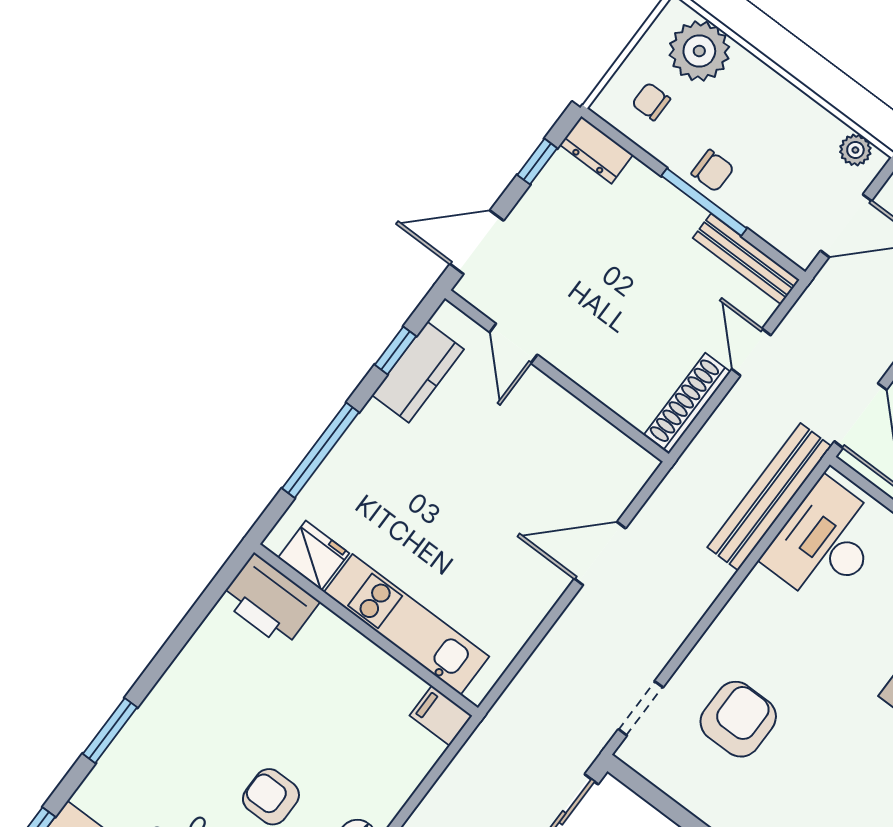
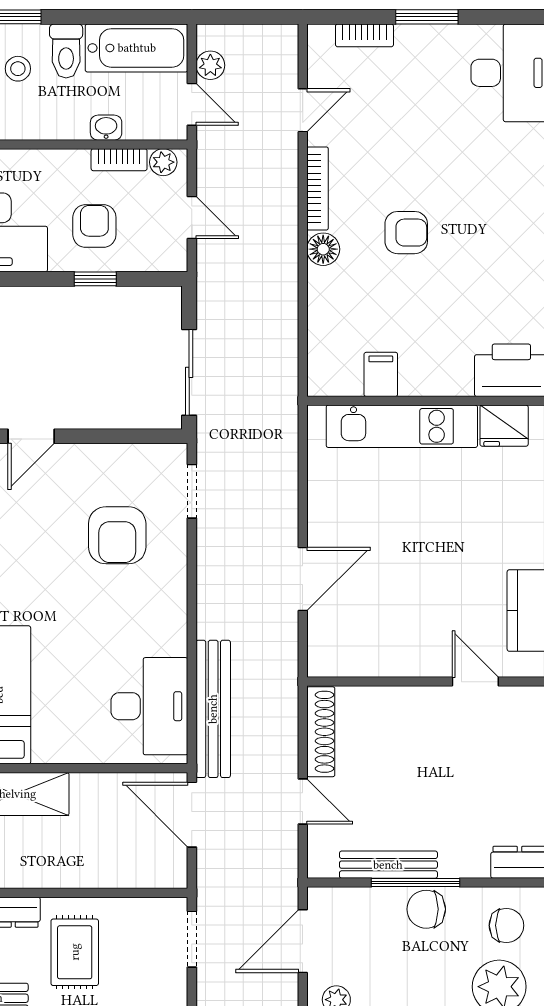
chair: (651, 102) -> (506, 925), width x1.37, depth x1.37
chair: (713, 171) -> (426, 909), width x1.37, depth x1.37
bench: (746, 259) -> (388, 865), moved
filing cabinet: (441, 716) -> (381, 374), moved, turned -90

